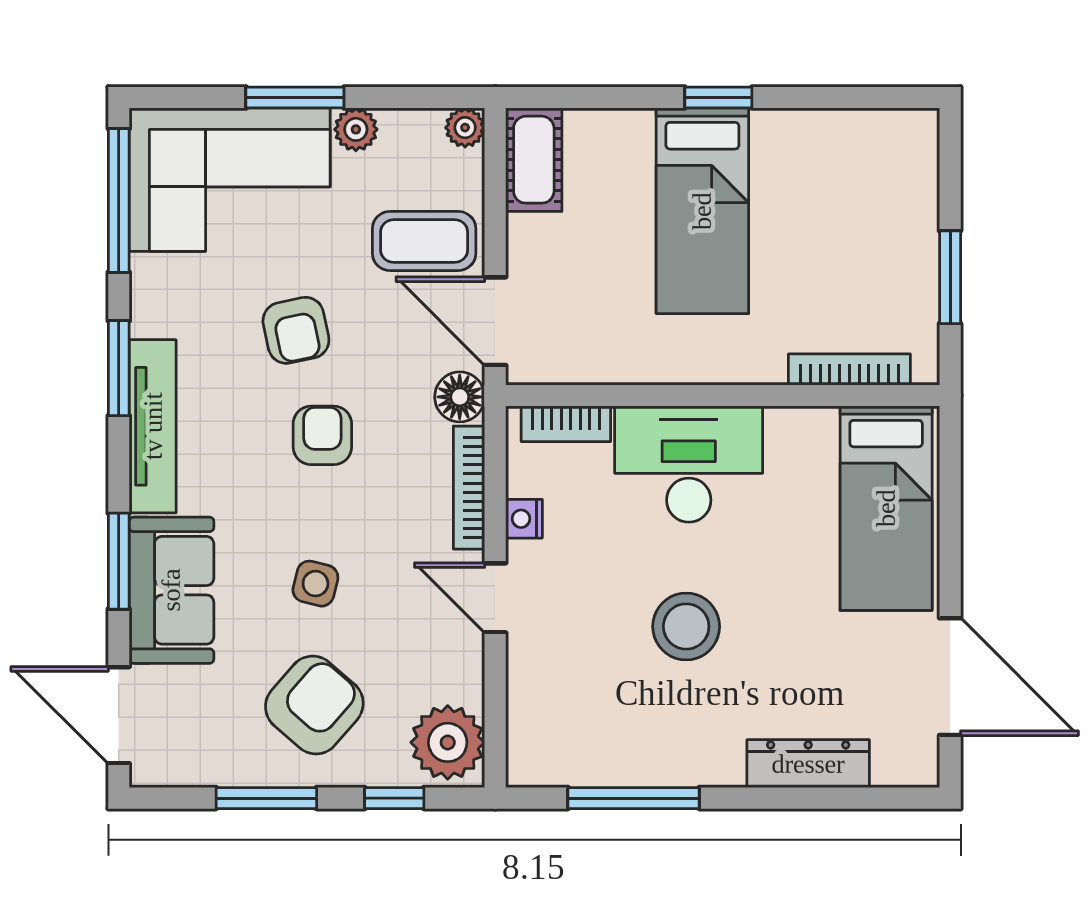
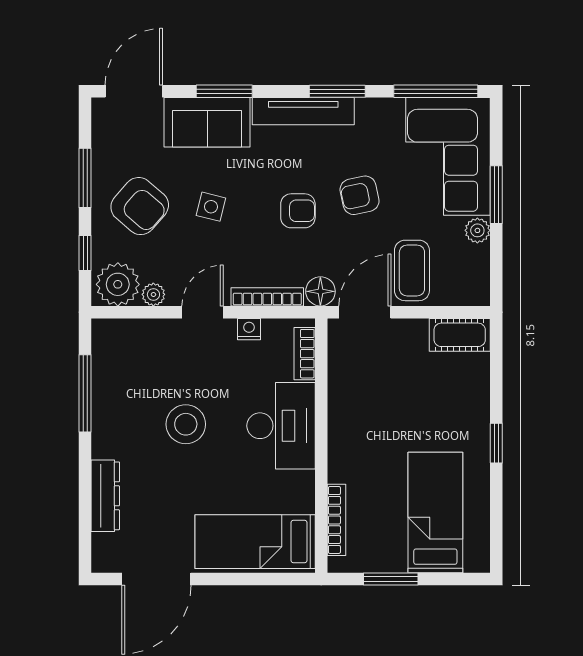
plant: (465, 128) -> (153, 294), moved
bed: (702, 211) -> (435, 513), moved, turned 90

